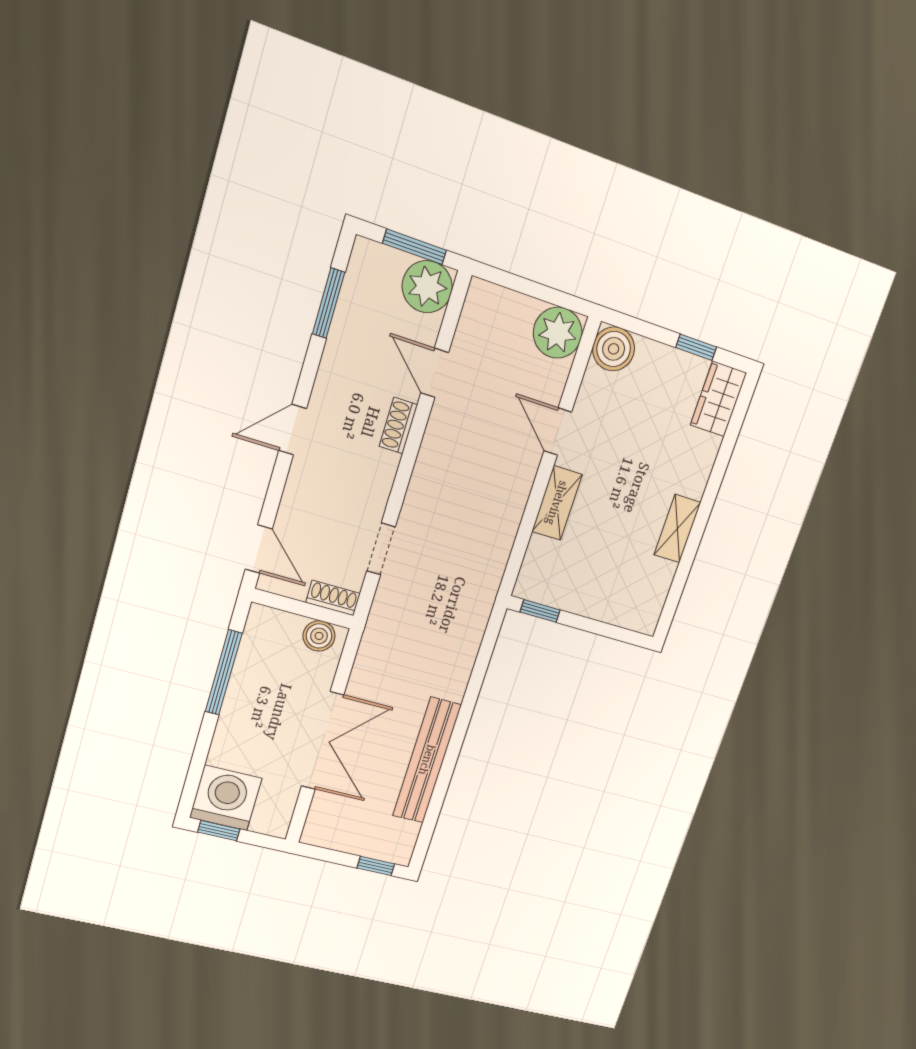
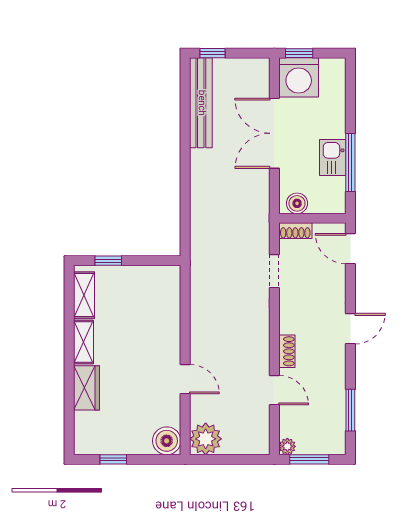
plant: (427, 287) -> (287, 446), width x0.53, depth x0.53
wardrobe: (719, 399) -> (86, 388), moved
shelving: (557, 503) -> (84, 295), moved
window: (540, 611) -> (108, 261), moved
kitchen sink: (248, 686) -> (333, 158), added
bench: (427, 760) -> (201, 103), moved
washing machine: (226, 798) -> (299, 77), moved
window: (219, 831) -> (299, 53), moved

